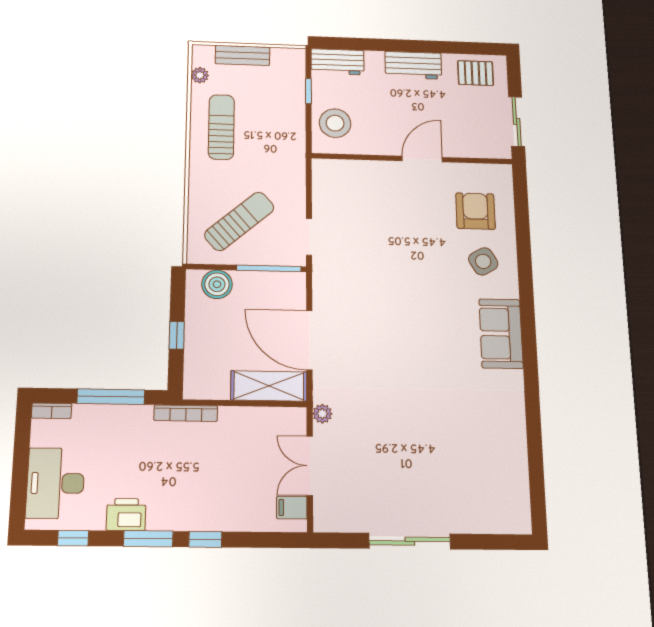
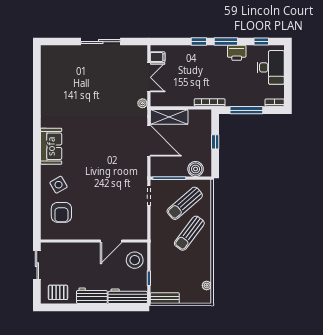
bench: (243, 55) -> (165, 298), moved
workbench: (337, 62) -> (128, 296), width x1.38
sun lounger: (221, 127) -> (189, 233), moved, turned 37
door: (422, 159) -> (111, 241), moved

